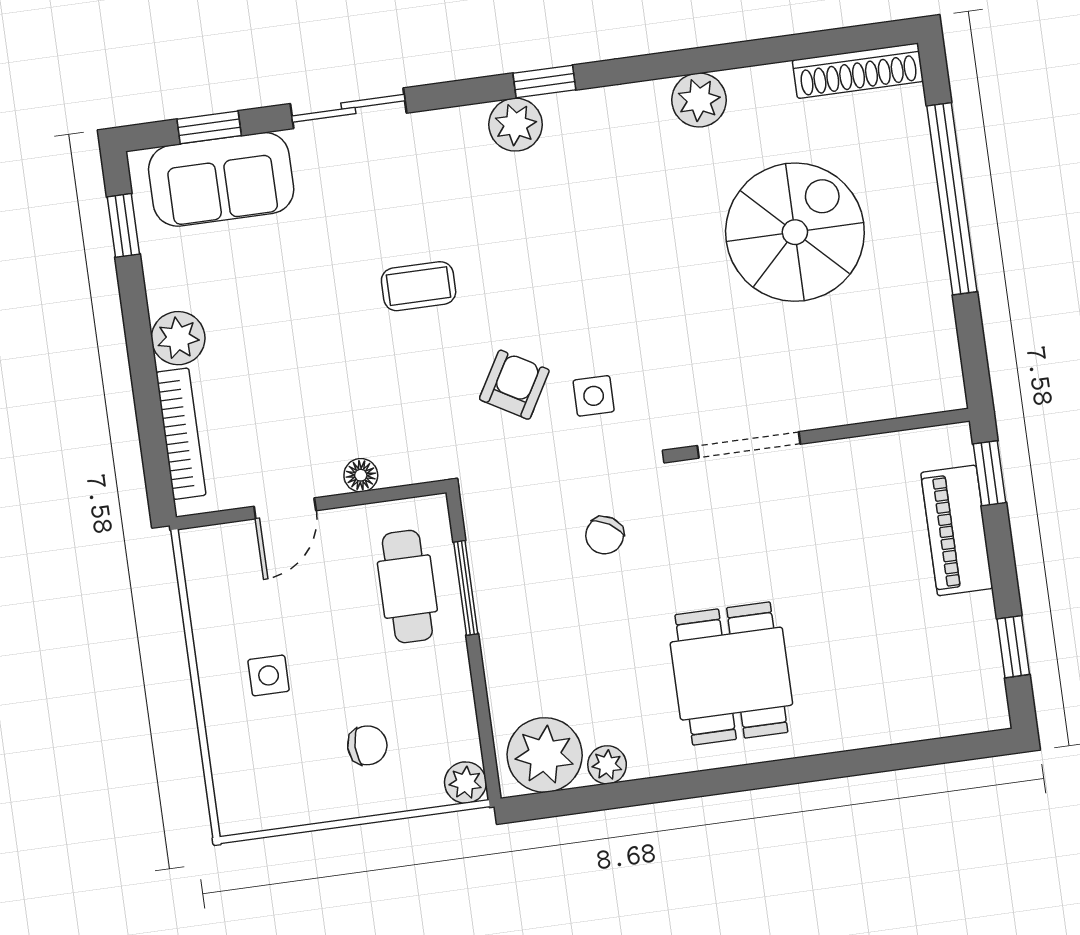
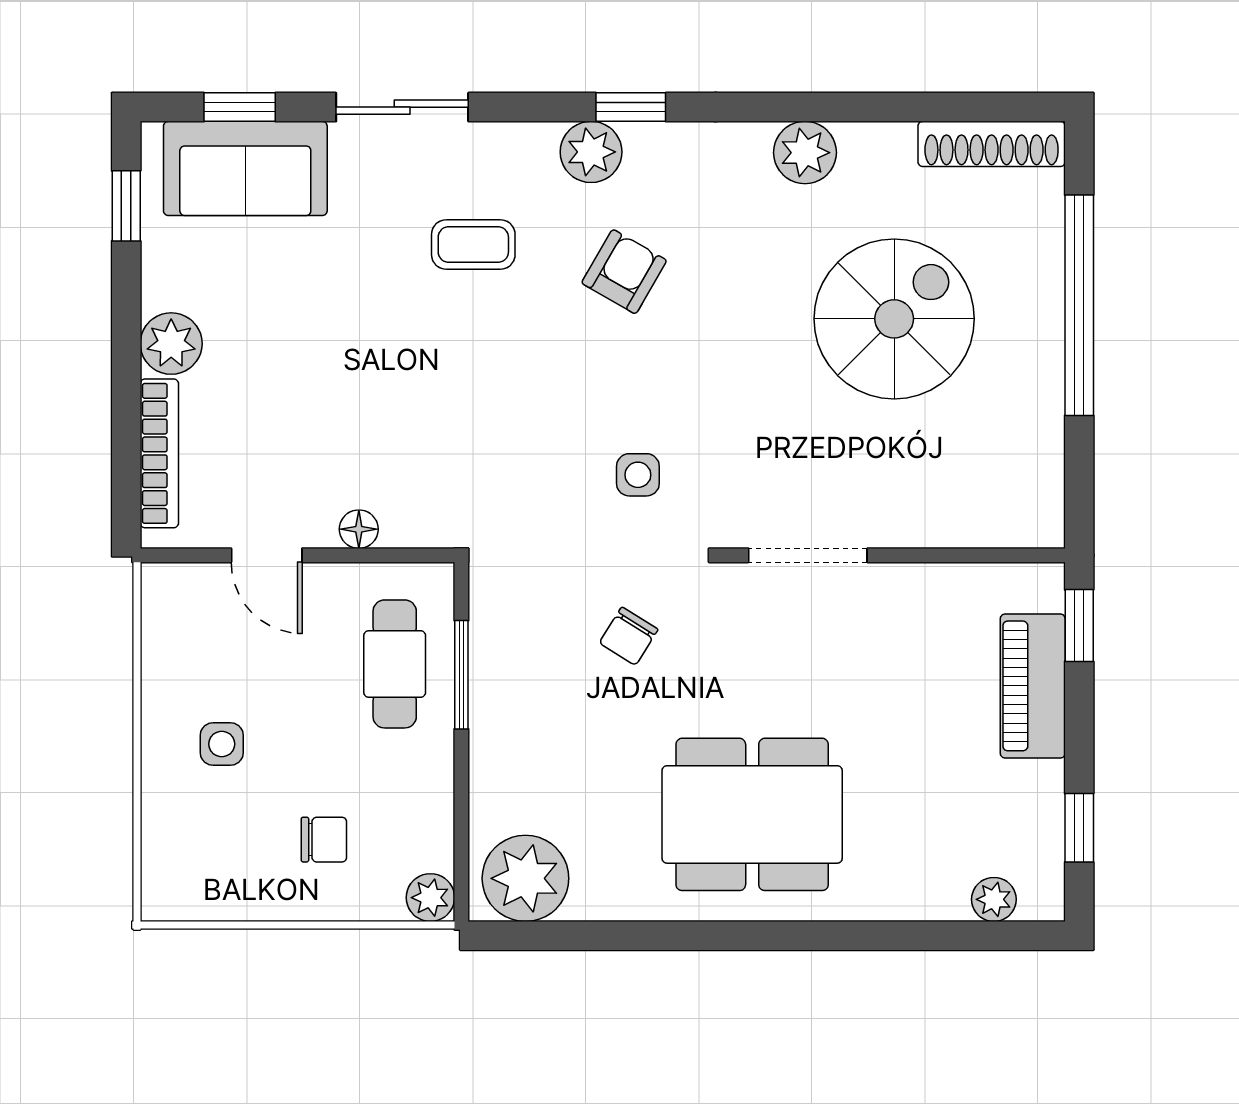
coffee table: (419, 286) -> (473, 245), moved
armchair: (514, 385) -> (624, 272), moved
door: (285, 508) -> (267, 555), hinge flipped
dining table: (731, 674) -> (752, 814), width x1.38
plant: (607, 765) -> (994, 899), moved

